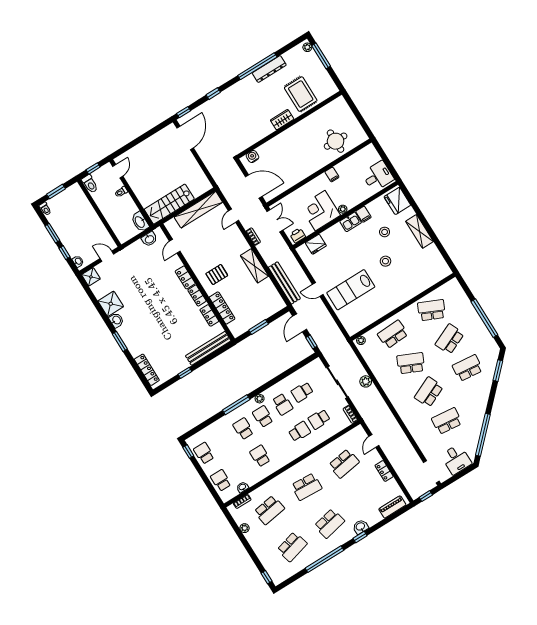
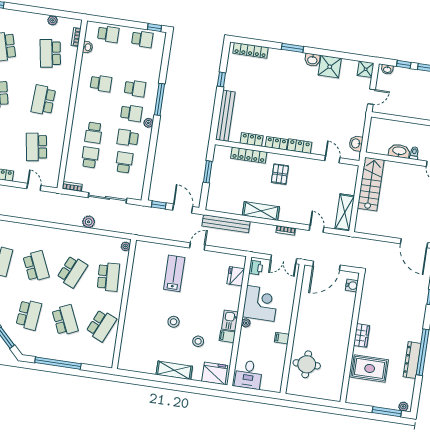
shelving: (198, 210) -> (345, 212), width x0.68
washbasin: (140, 222) -> (399, 151), moved
lab bench: (351, 290) -> (174, 273), width x0.73, depth x0.72

